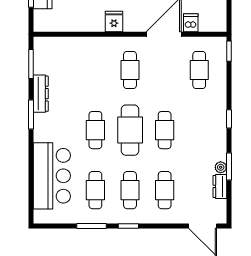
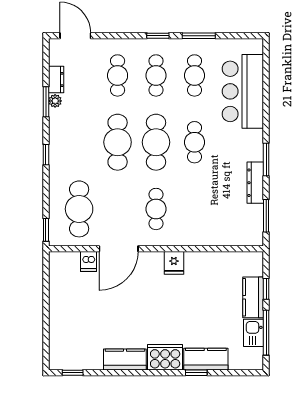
cafe table: (199, 70) -> (79, 209), width x1.37, depth x1.35
cafe table: (165, 130) -> (118, 142), width x1.37, depth x1.35

